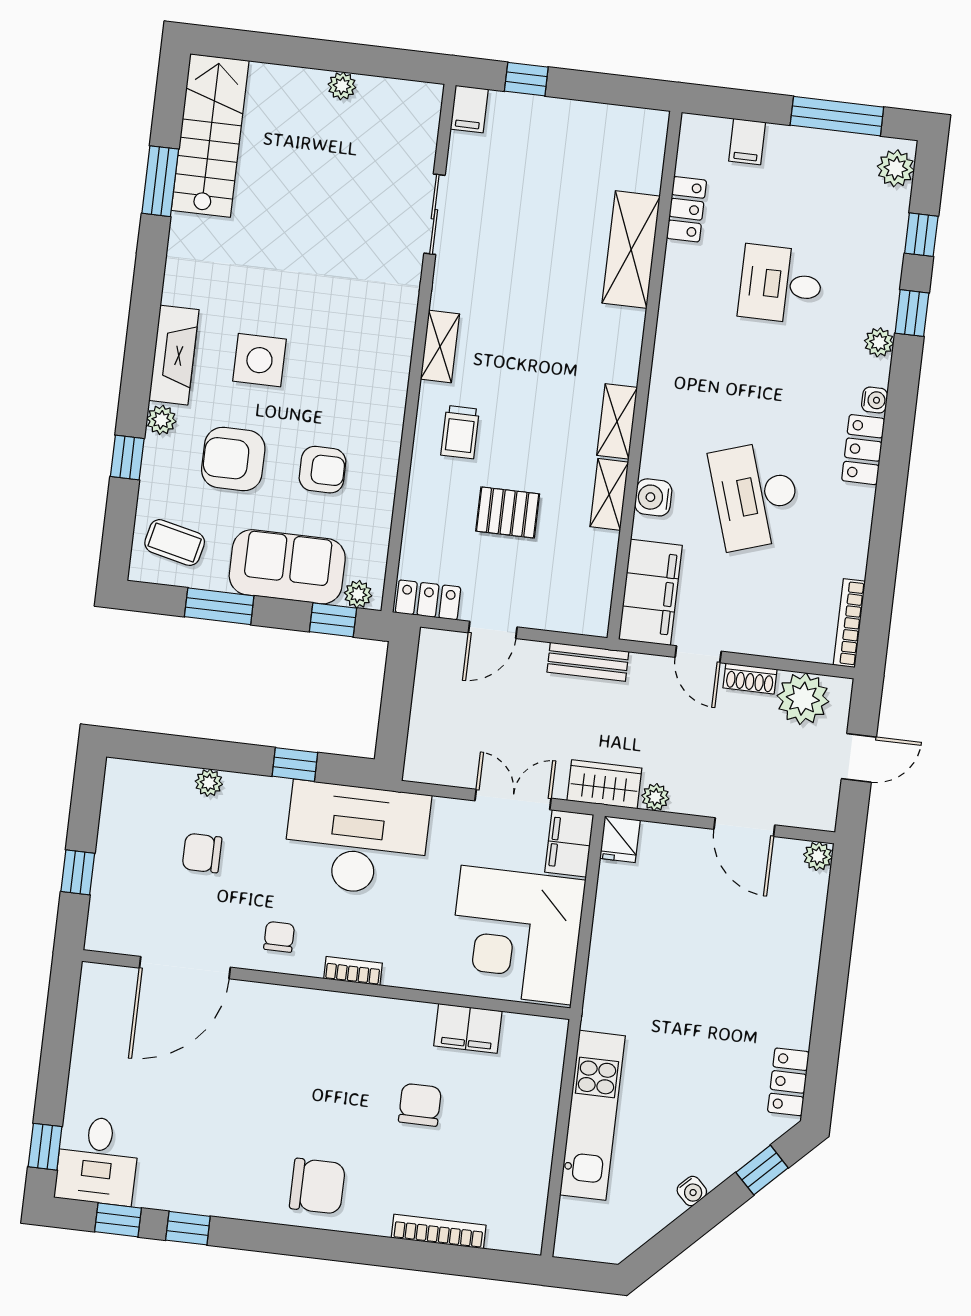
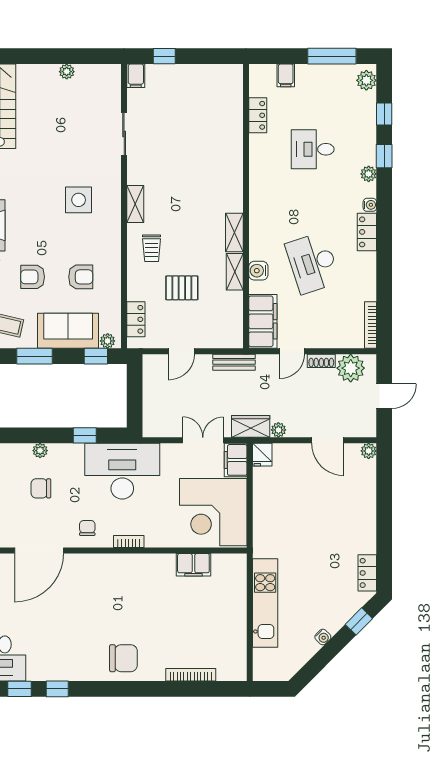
shelving: (631, 250) -> (231, 140), removed
side table: (259, 360) -> (79, 200), moved
armchair: (233, 459) -> (33, 277), width x0.72, depth x0.72
locker: (428, 600) -> (136, 319), moved, turned 90
door: (698, 654) -> (292, 351), hinge flipped
chair: (420, 1105) -> (173, 608), removed

